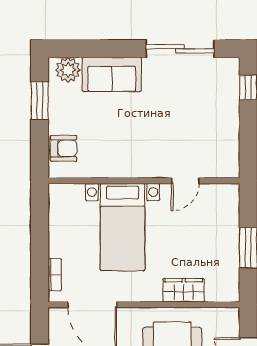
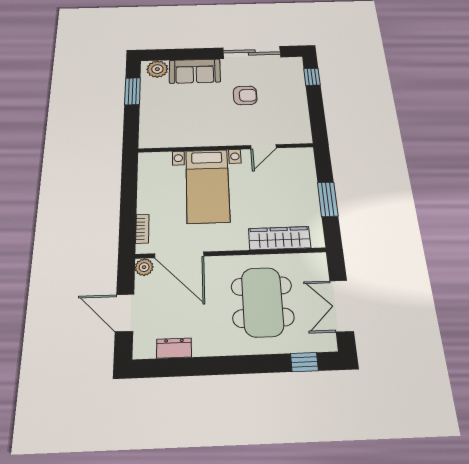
armchair: (64, 148) -> (245, 95), moved
wardrobe: (184, 290) -> (279, 238), width x1.50
plant: (57, 316) -> (144, 267), added

